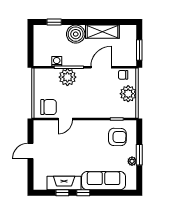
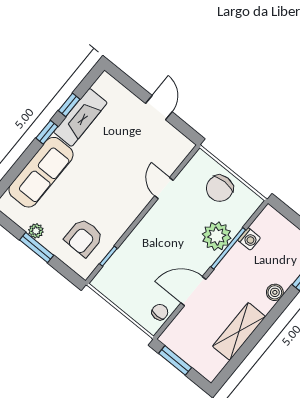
boiler: (76, 34) -> (275, 292), width x0.54, depth x0.54
door: (101, 67) -> (193, 291), swing flipped
plant: (128, 94) -> (129, 299), removed
chair: (49, 107) -> (220, 188), moved

